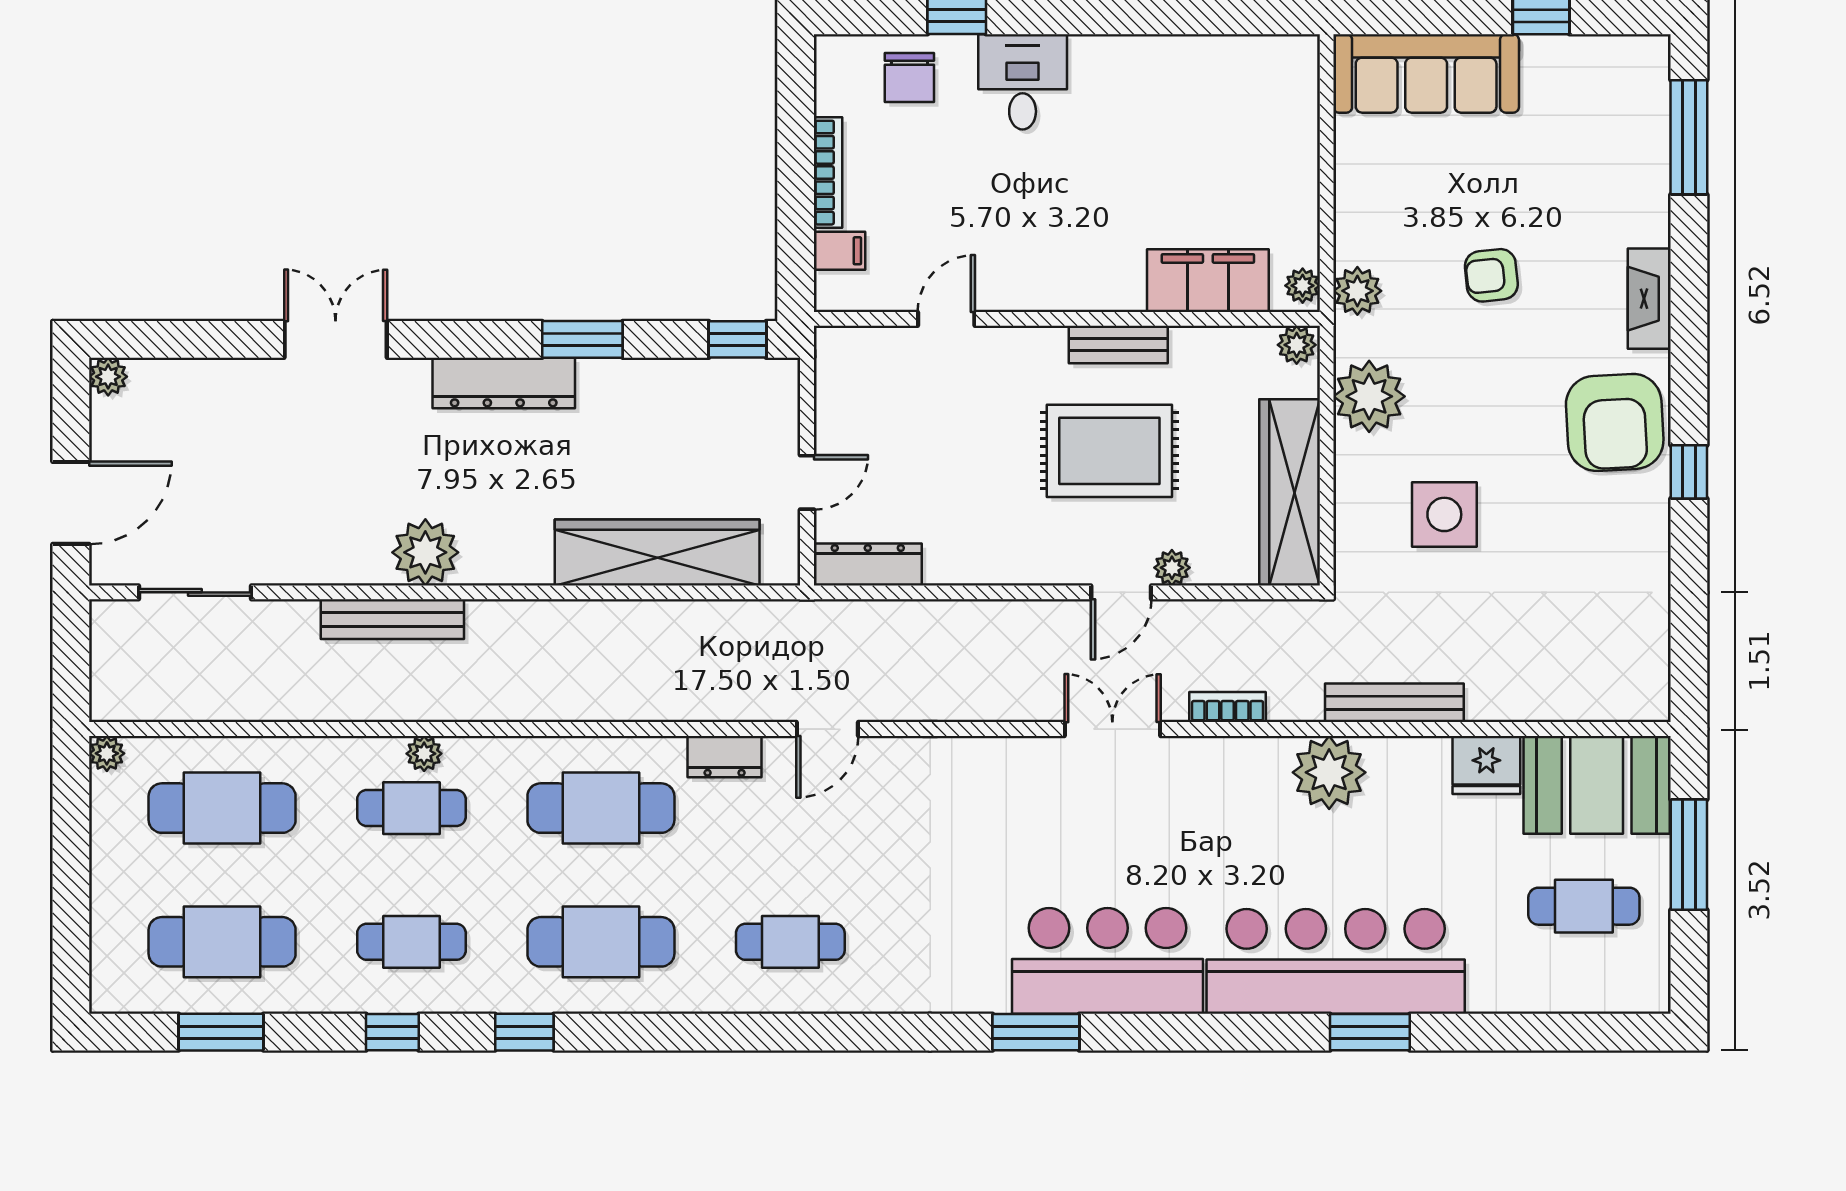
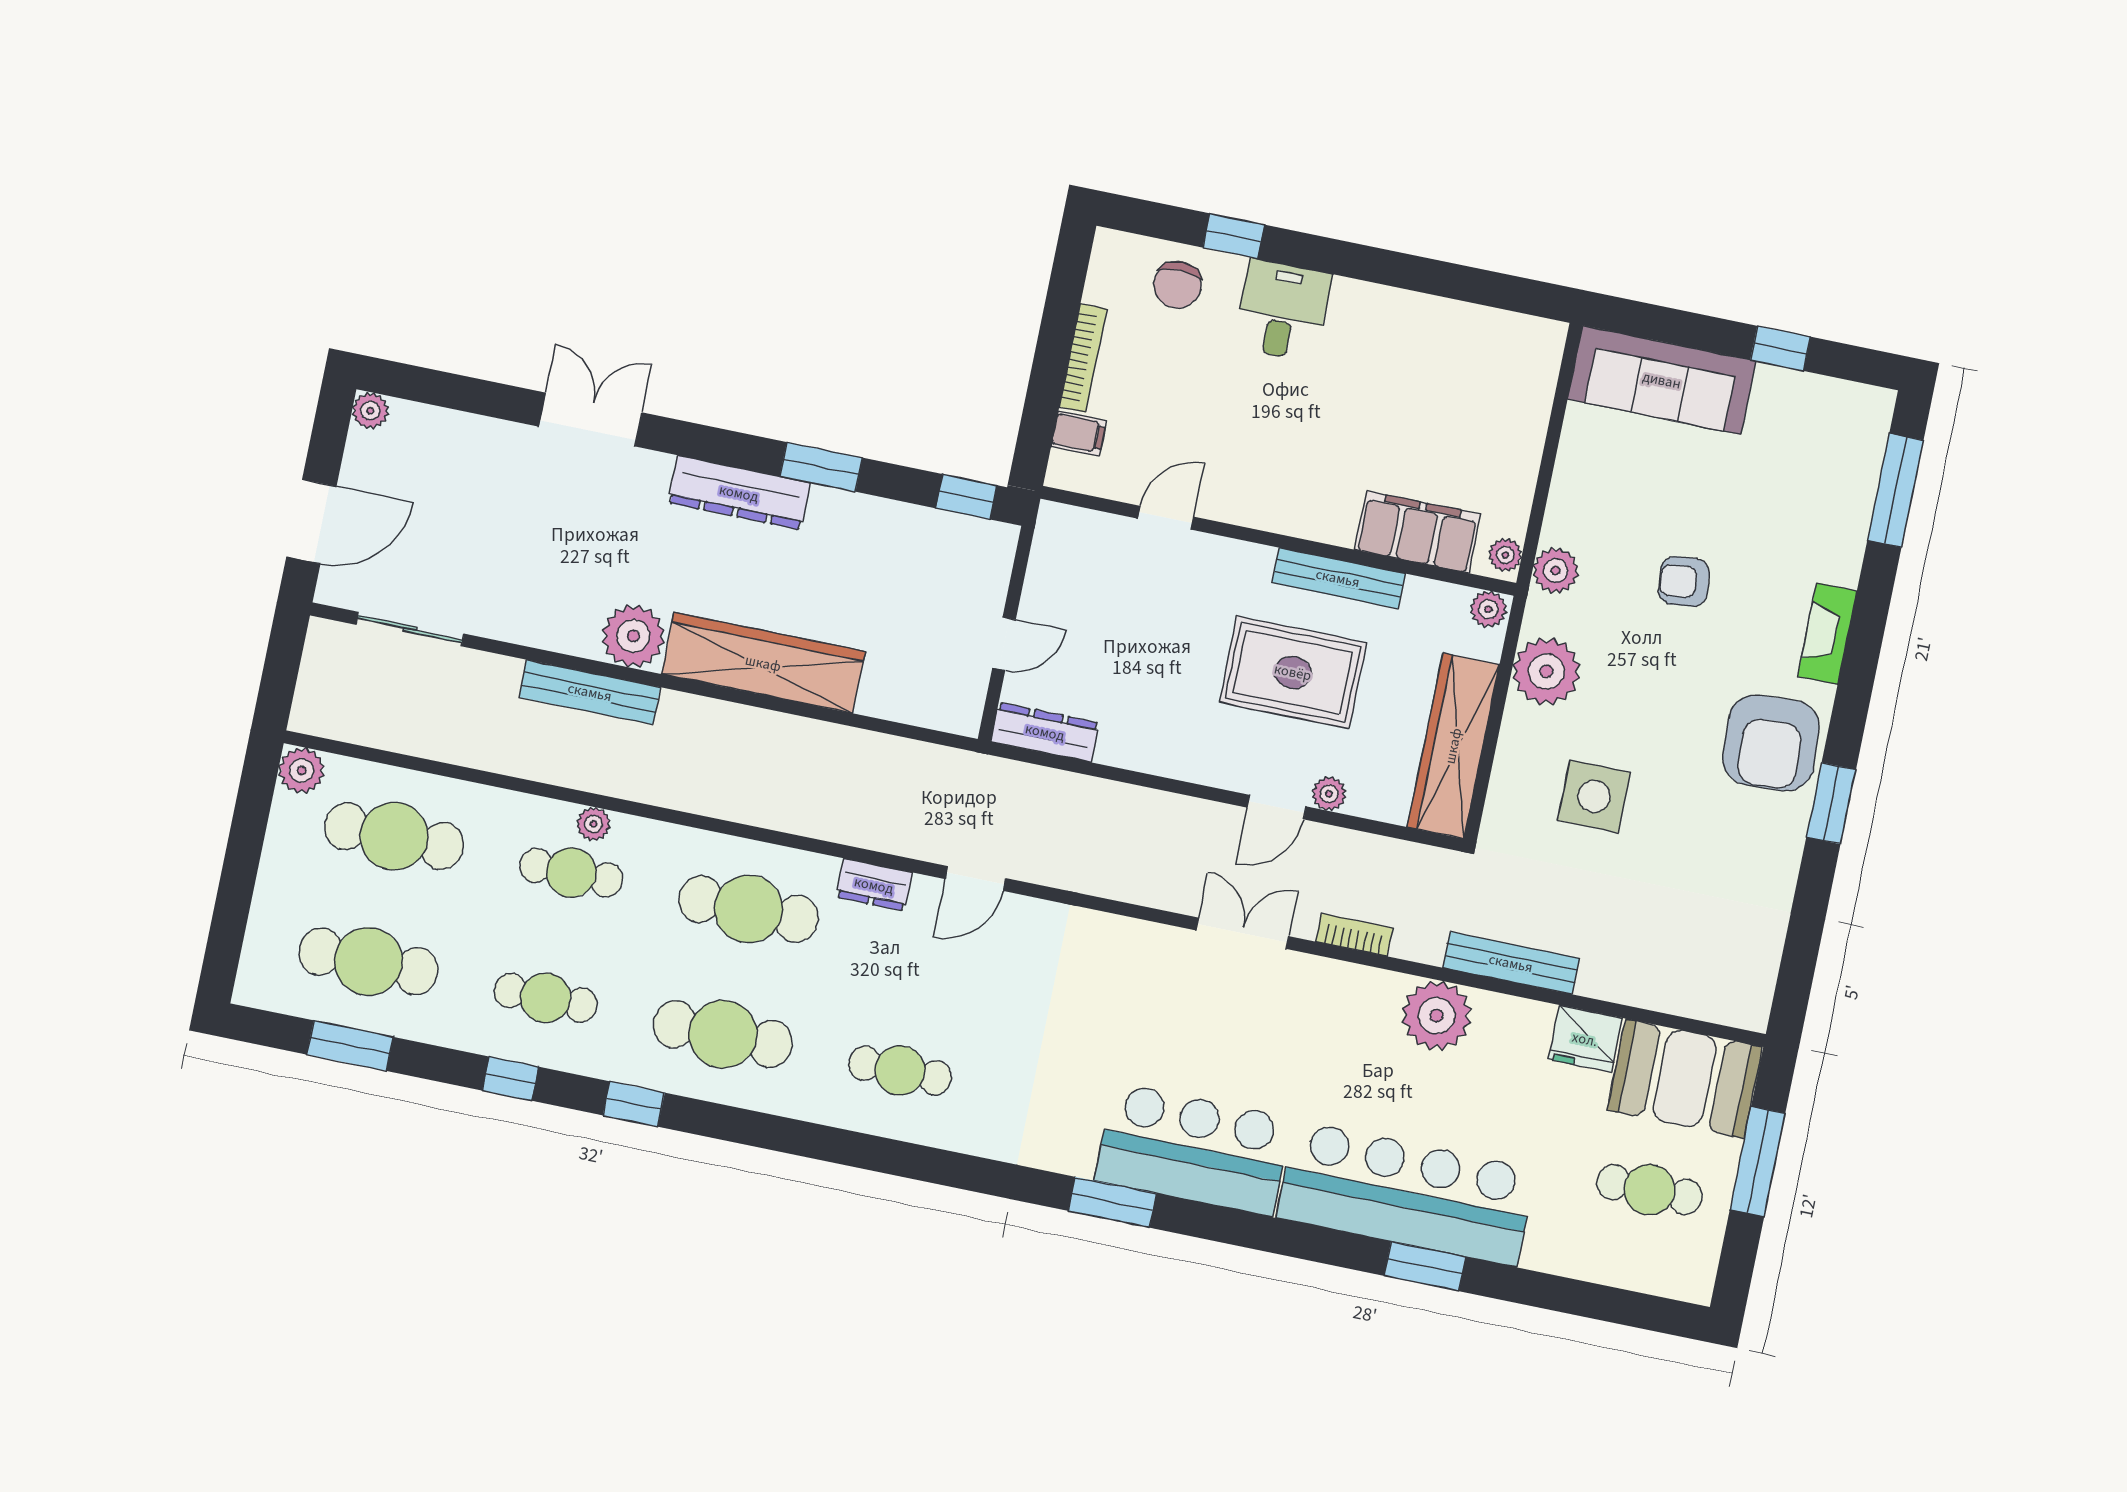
bench: (1118, 345) -> (1338, 578), width x1.36
window: (1689, 472) -> (1831, 803), width x1.50
wardrobe: (657, 552) -> (763, 663), moved
plant: (107, 753) -> (302, 770), width x1.38, depth x1.38

